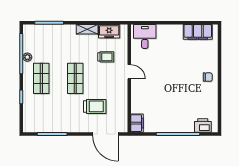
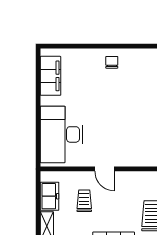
desk: (145, 37) -> (61, 134), width x1.87, depth x1.30
door: (129, 72) -> (105, 169), swing flipped

